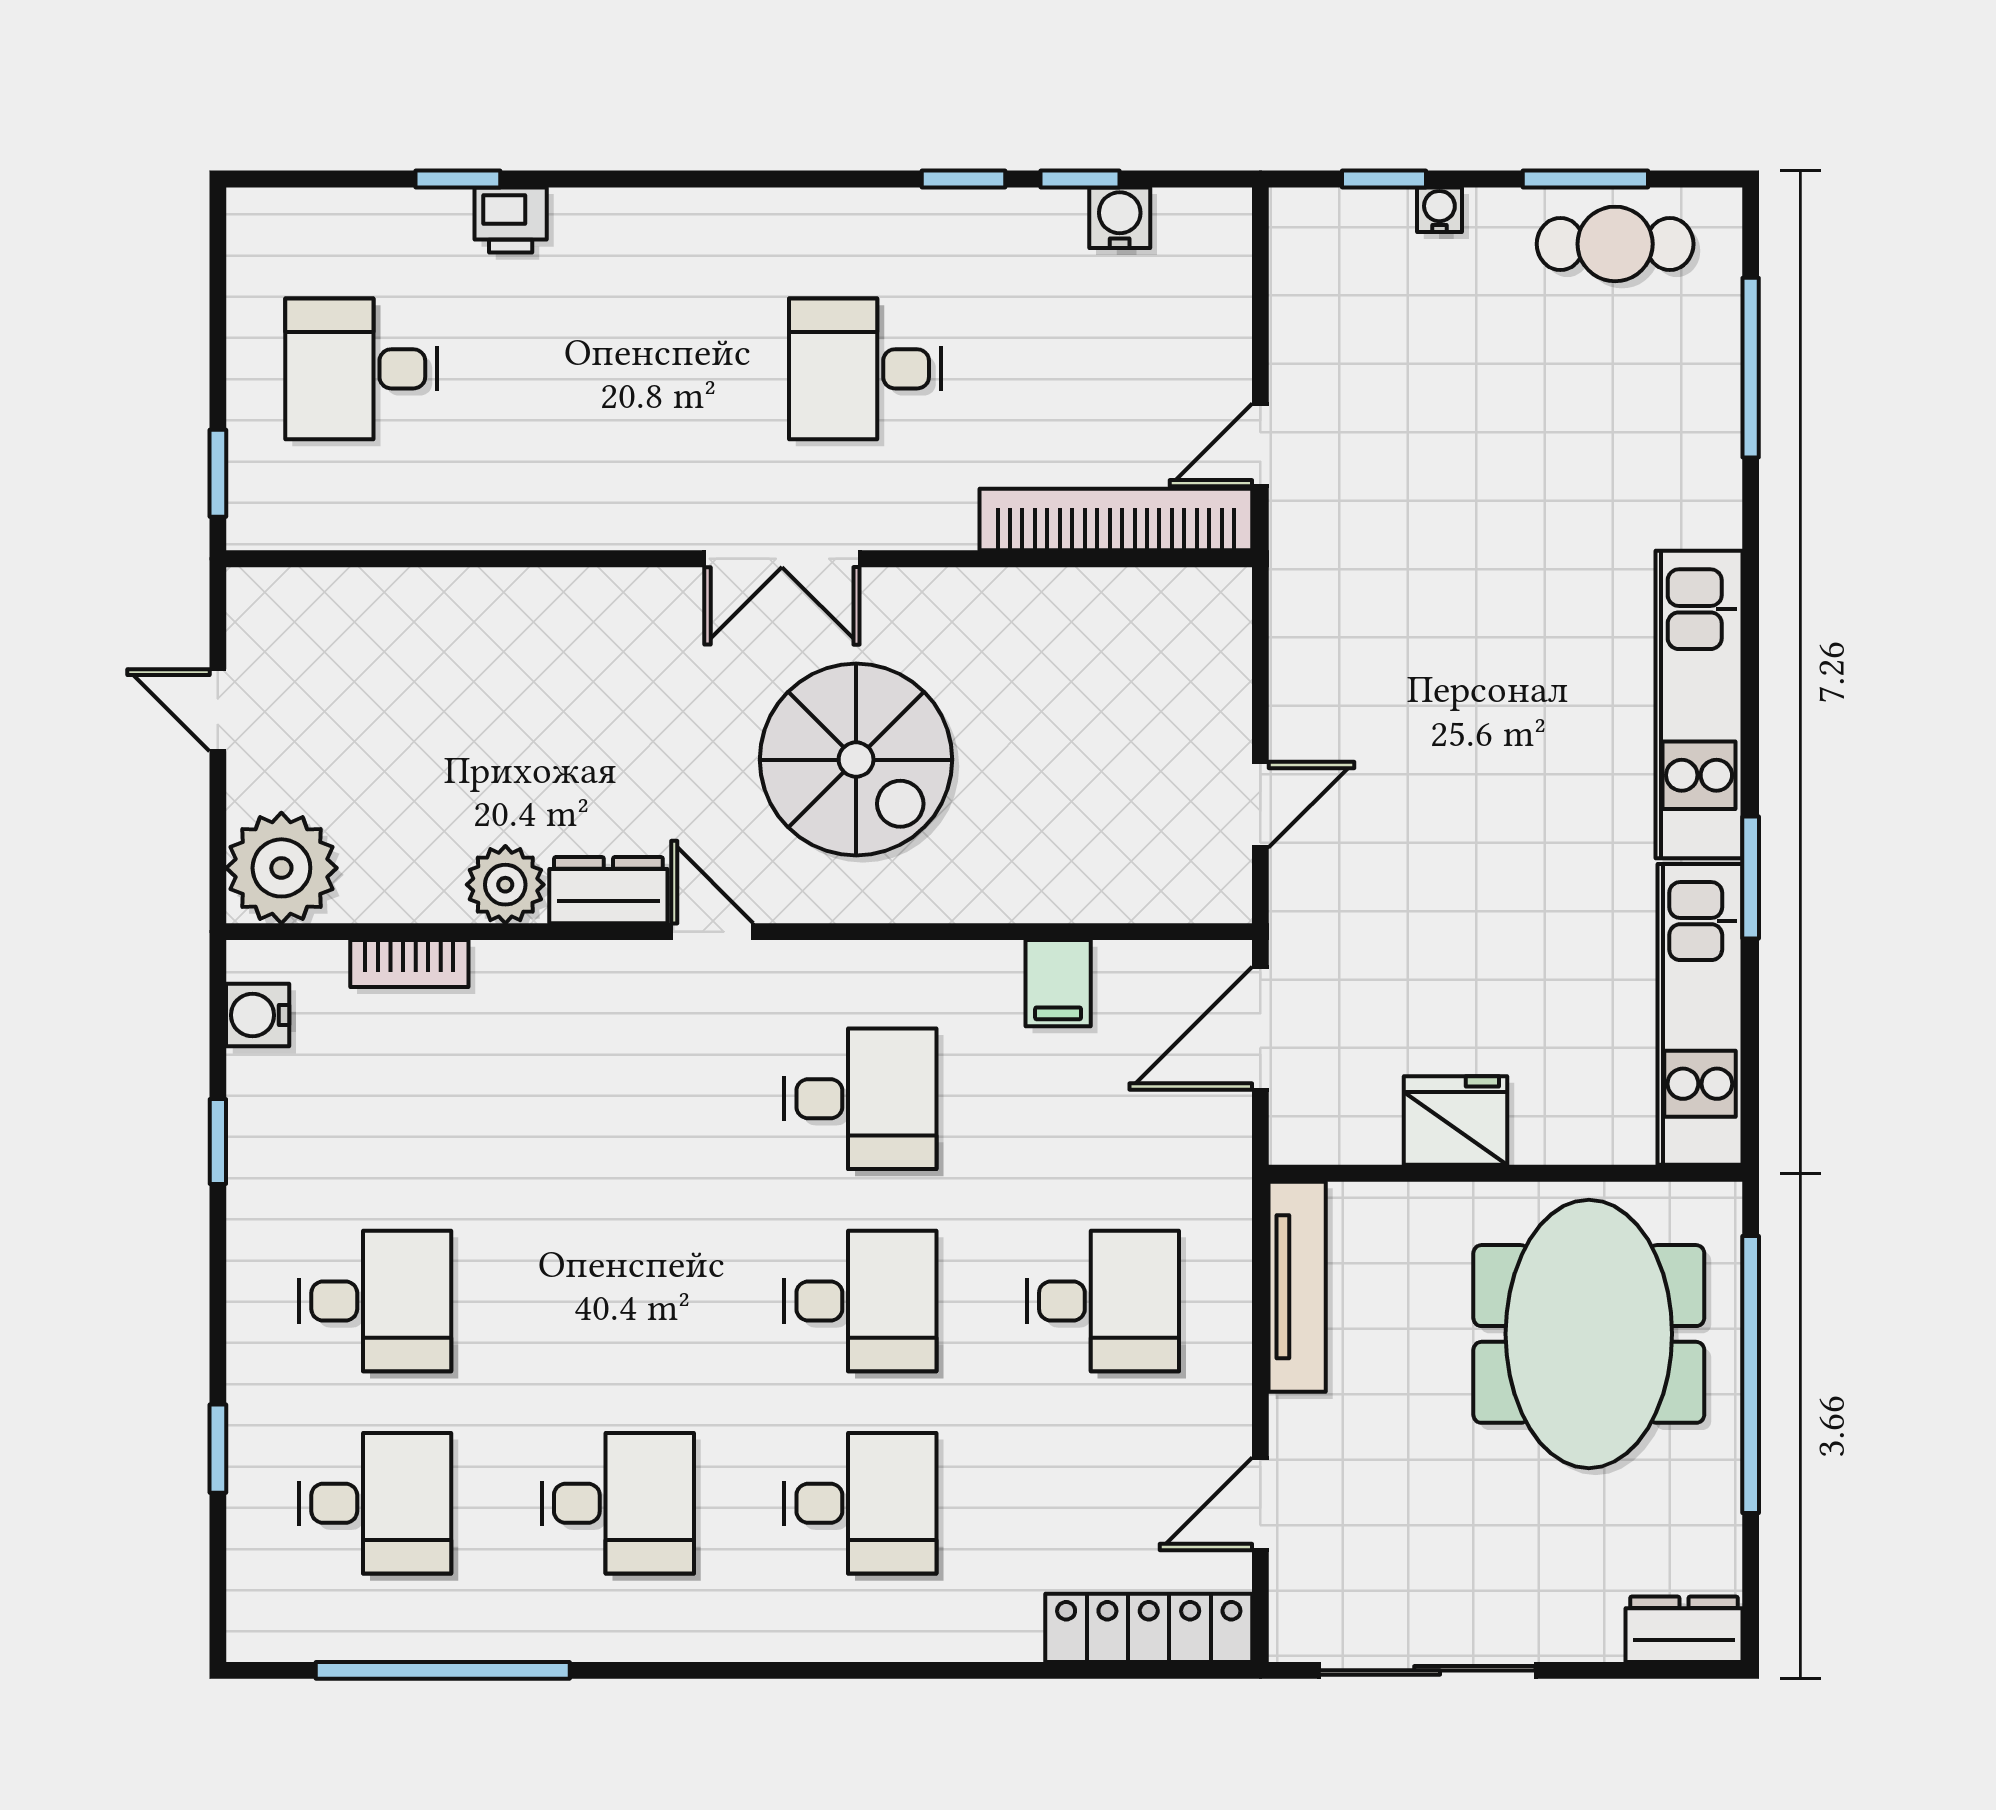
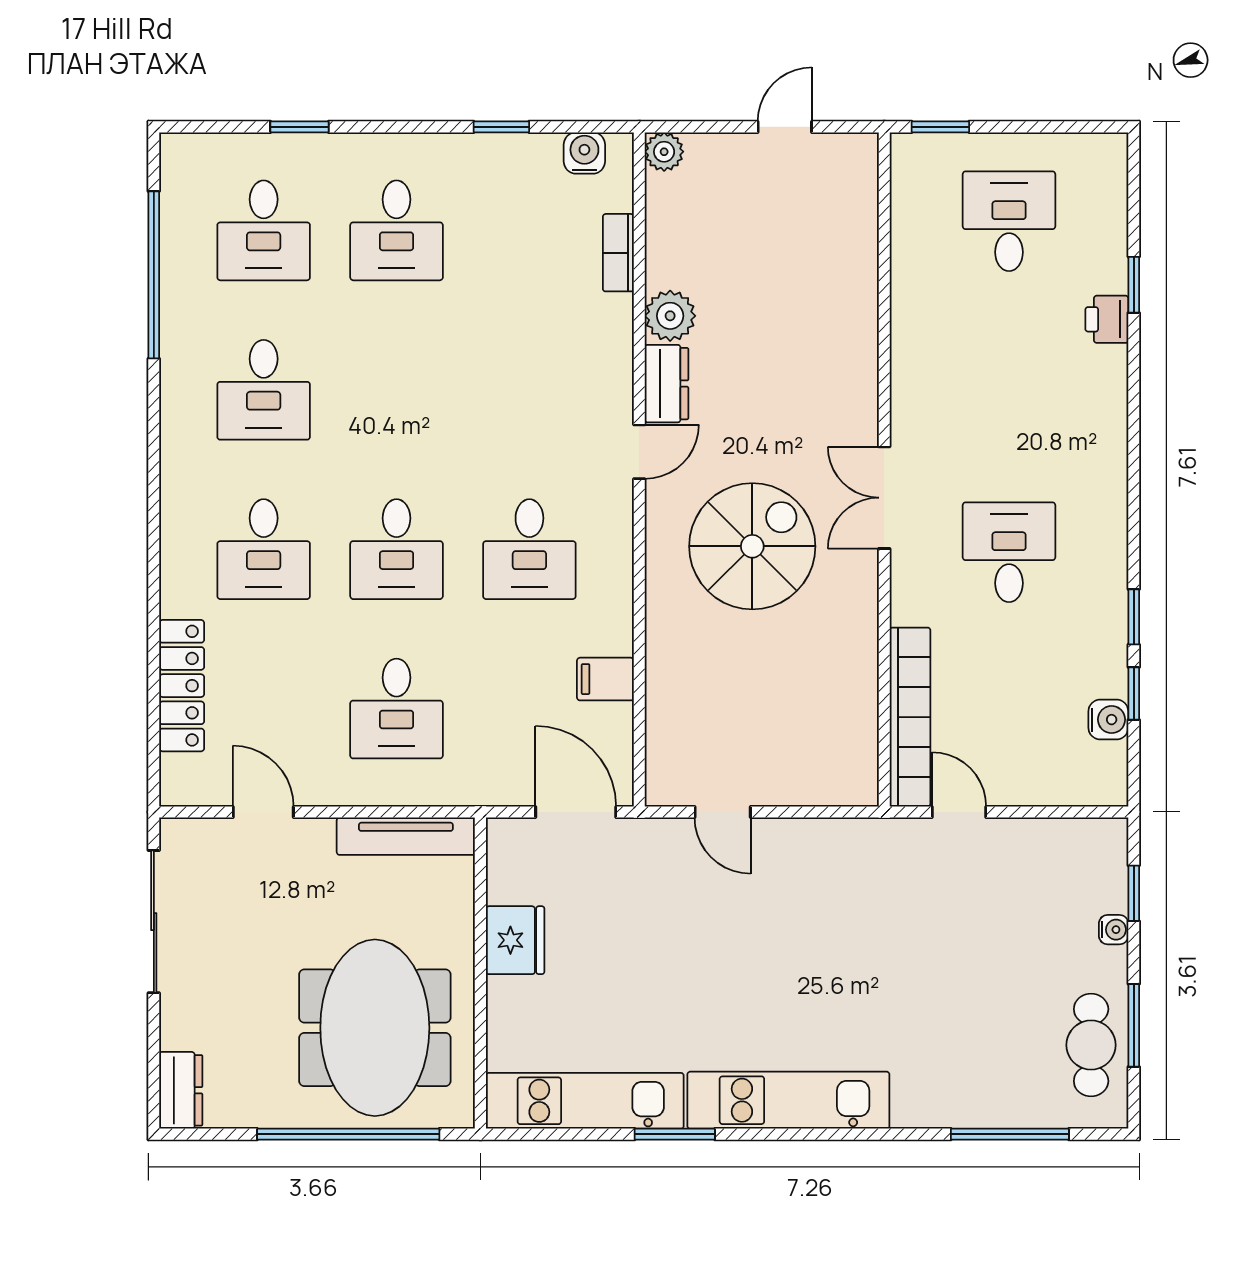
spiral stairs: (856, 760) -> (752, 546), turned 180
plant: (281, 868) -> (664, 152), width x0.53, depth x0.53
meeting table: (1589, 1334) -> (375, 1028), turned 90
locker: (1149, 1628) -> (182, 686), moved

